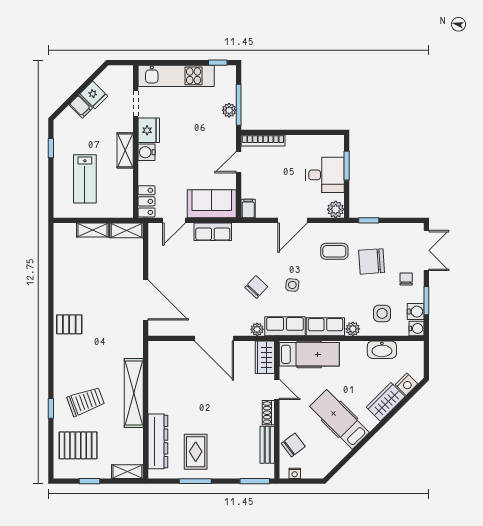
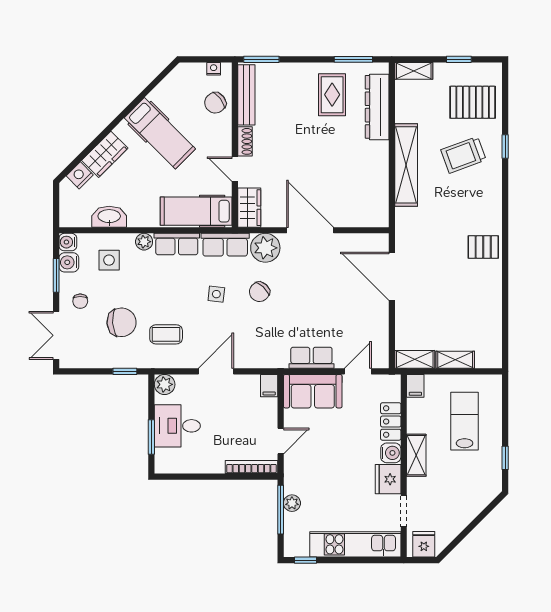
fridge: (94, 95) -> (424, 544), moved, turned 45
filing cabinet: (81, 106) -> (415, 386), moved, turned -135
locker: (147, 201) -> (391, 421), moved
plant: (257, 329) -> (265, 248), width x1.88, depth x1.88
bench: (267, 445) -> (246, 95), width x1.36
window: (195, 481) -> (353, 59), moved

